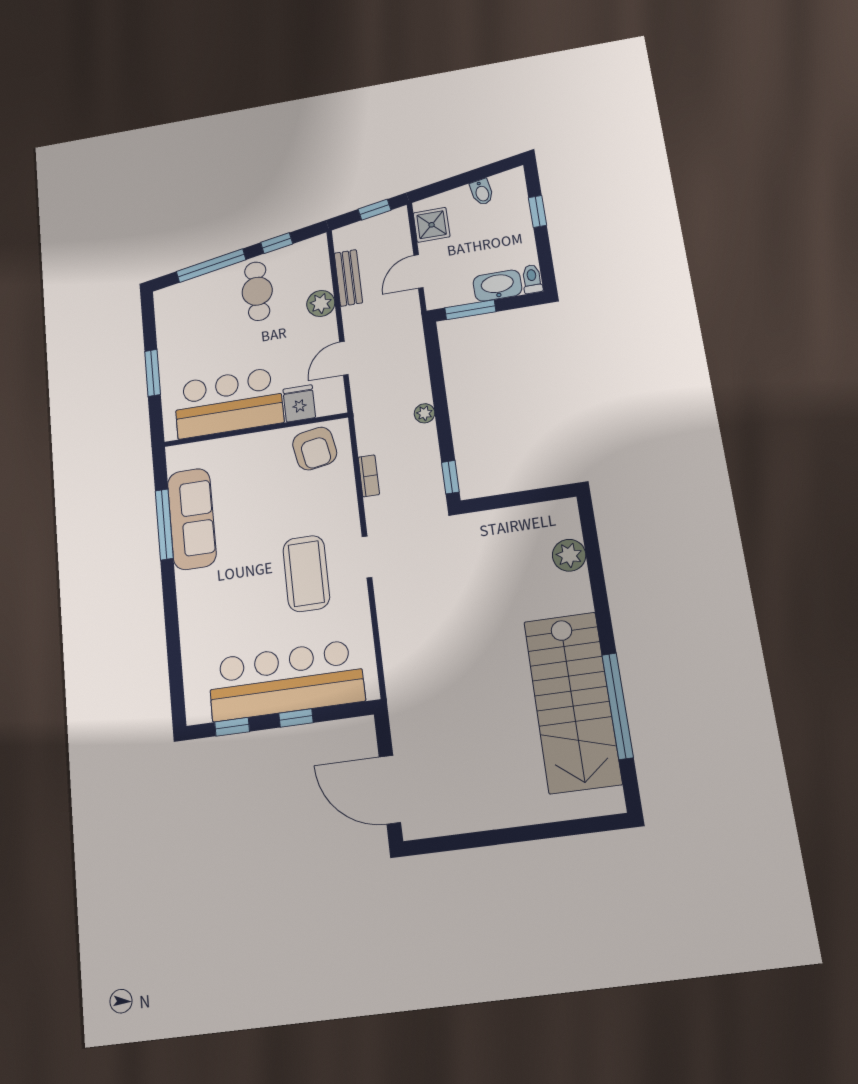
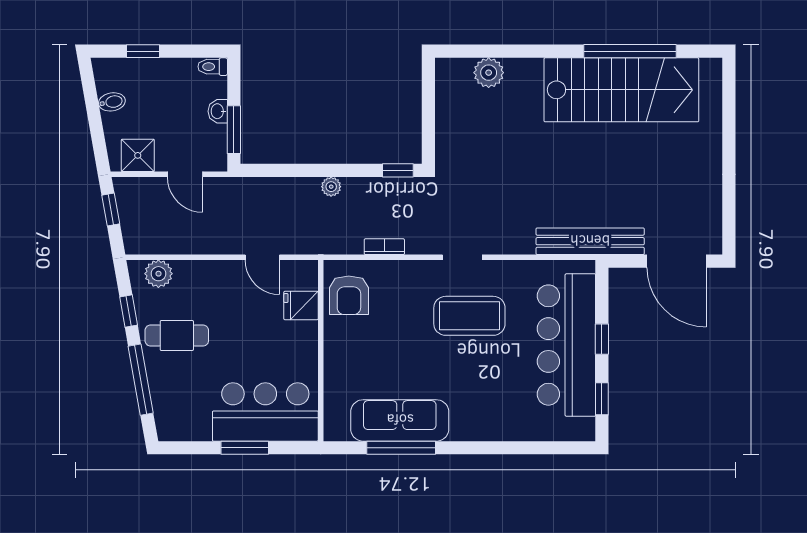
bench: (348, 278) -> (590, 241), moved, width x1.86, depth x1.21
washbasin: (497, 286) -> (218, 111), width x0.52, depth x0.69
plant: (321, 303) -> (158, 274), moved
bar counter: (228, 403) -> (265, 412), moved, turned 90
armchair: (315, 448) -> (349, 295), turned 100
door: (390, 790) -> (677, 261), hinge flipped

